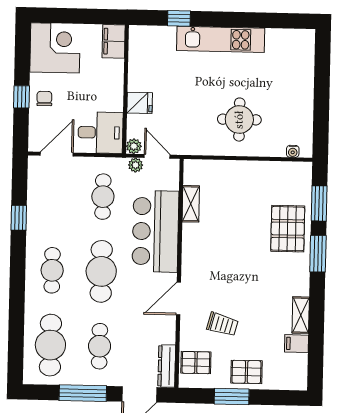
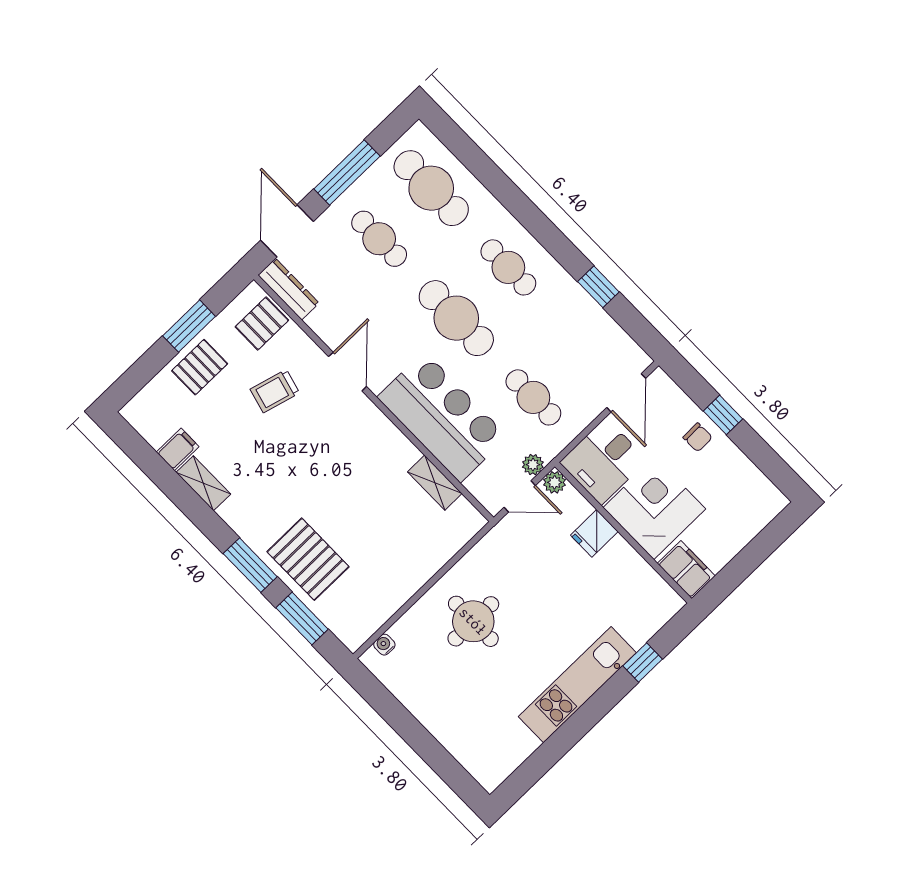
corner desk: (55, 48) -> (654, 508), moved, turned 180

